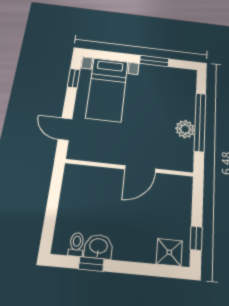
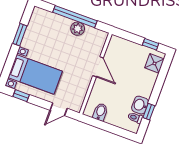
bidet: (74, 188) -> (100, 112), added

